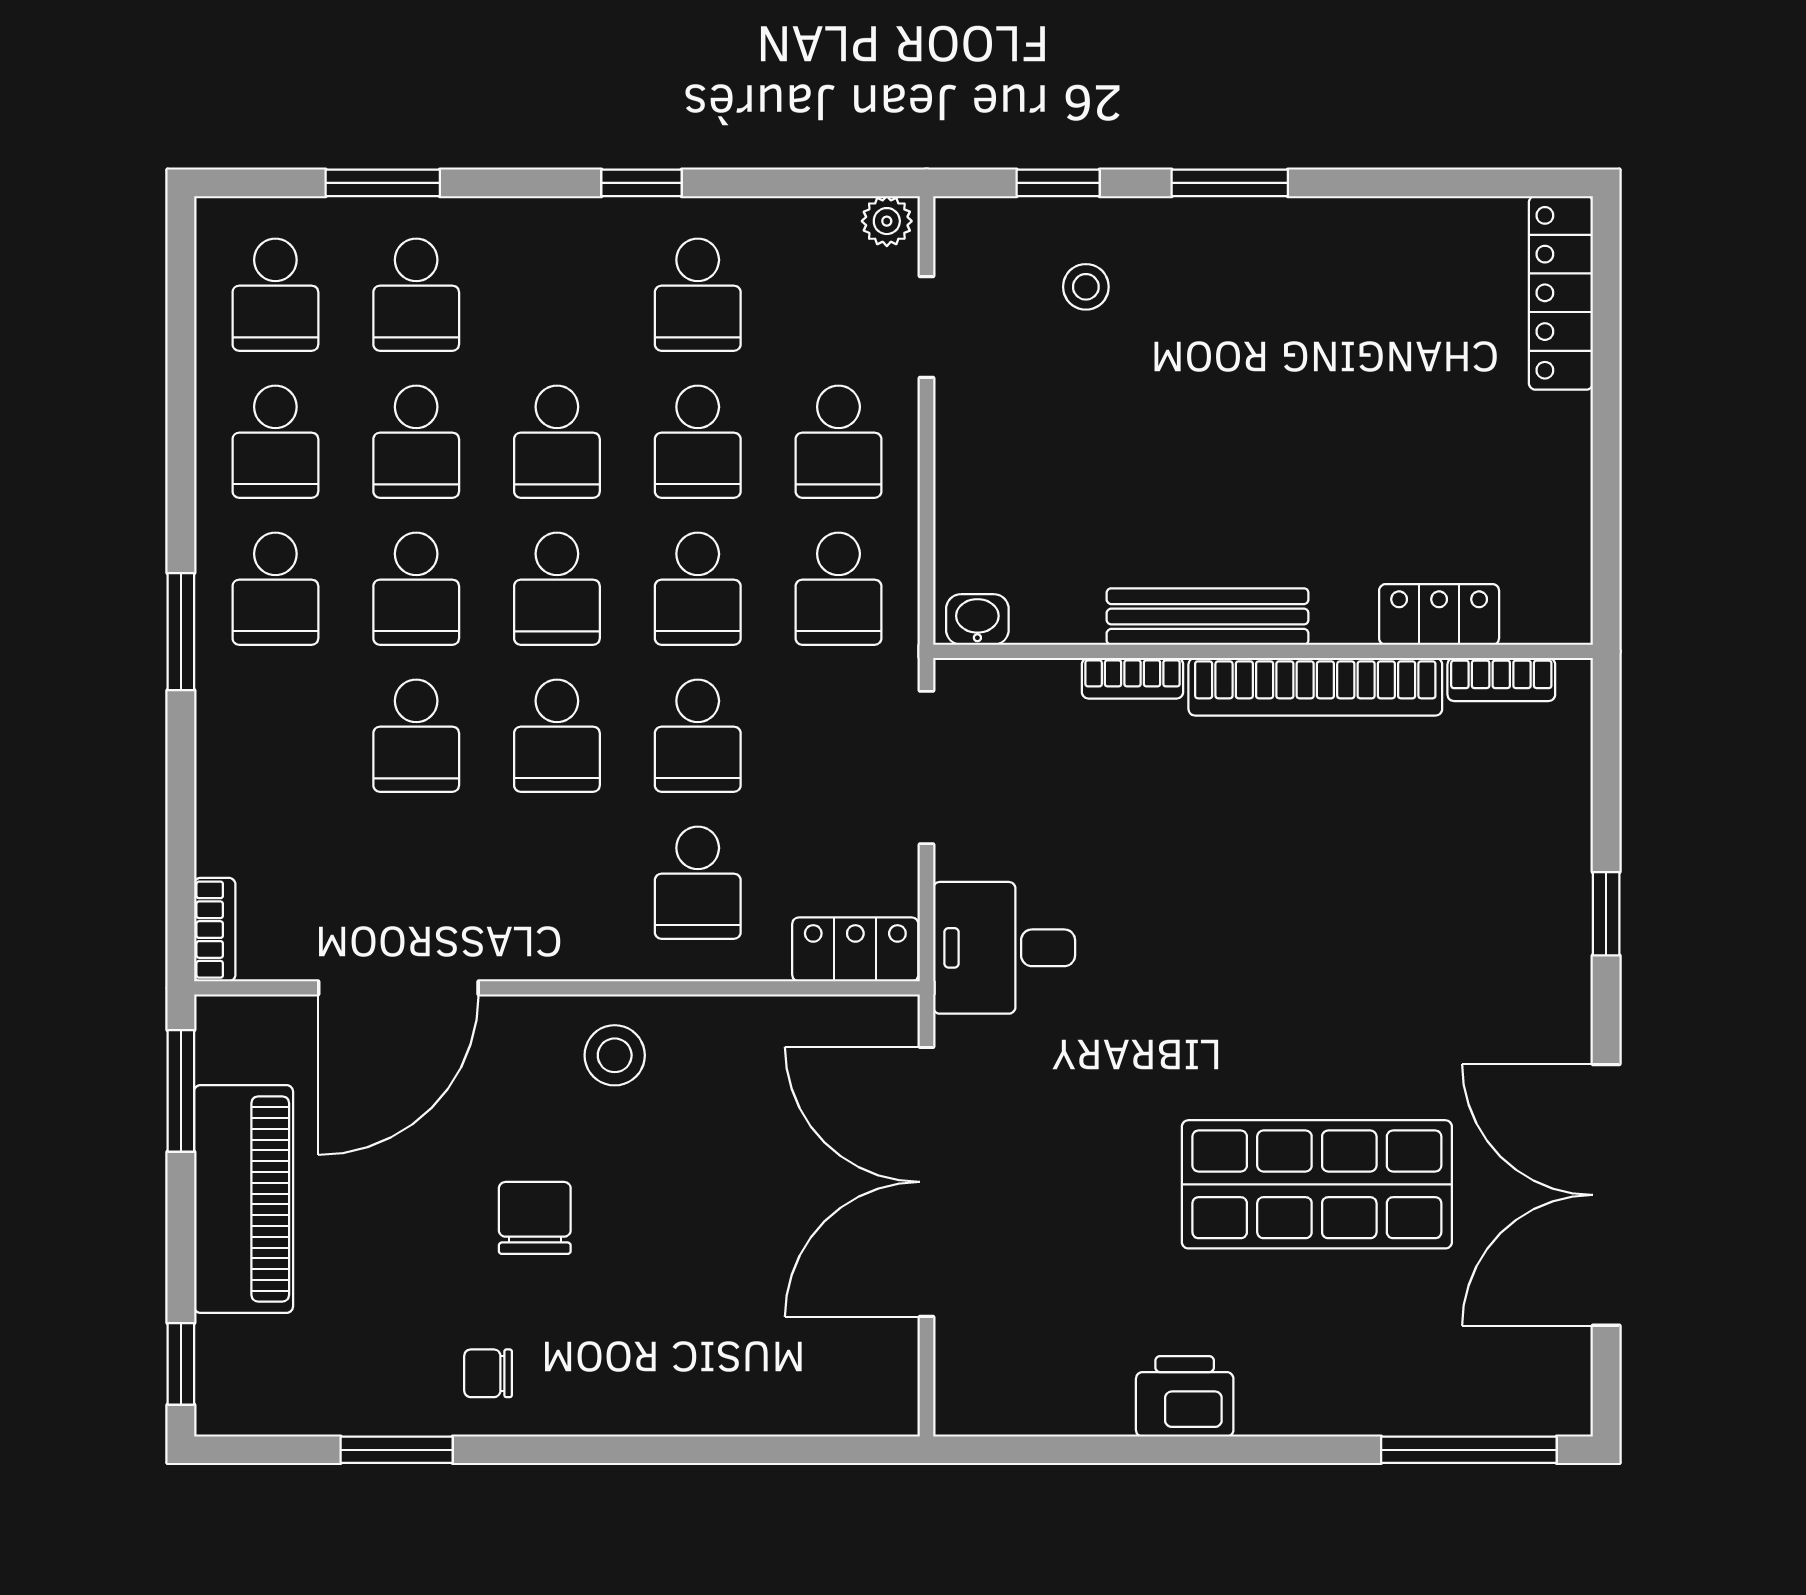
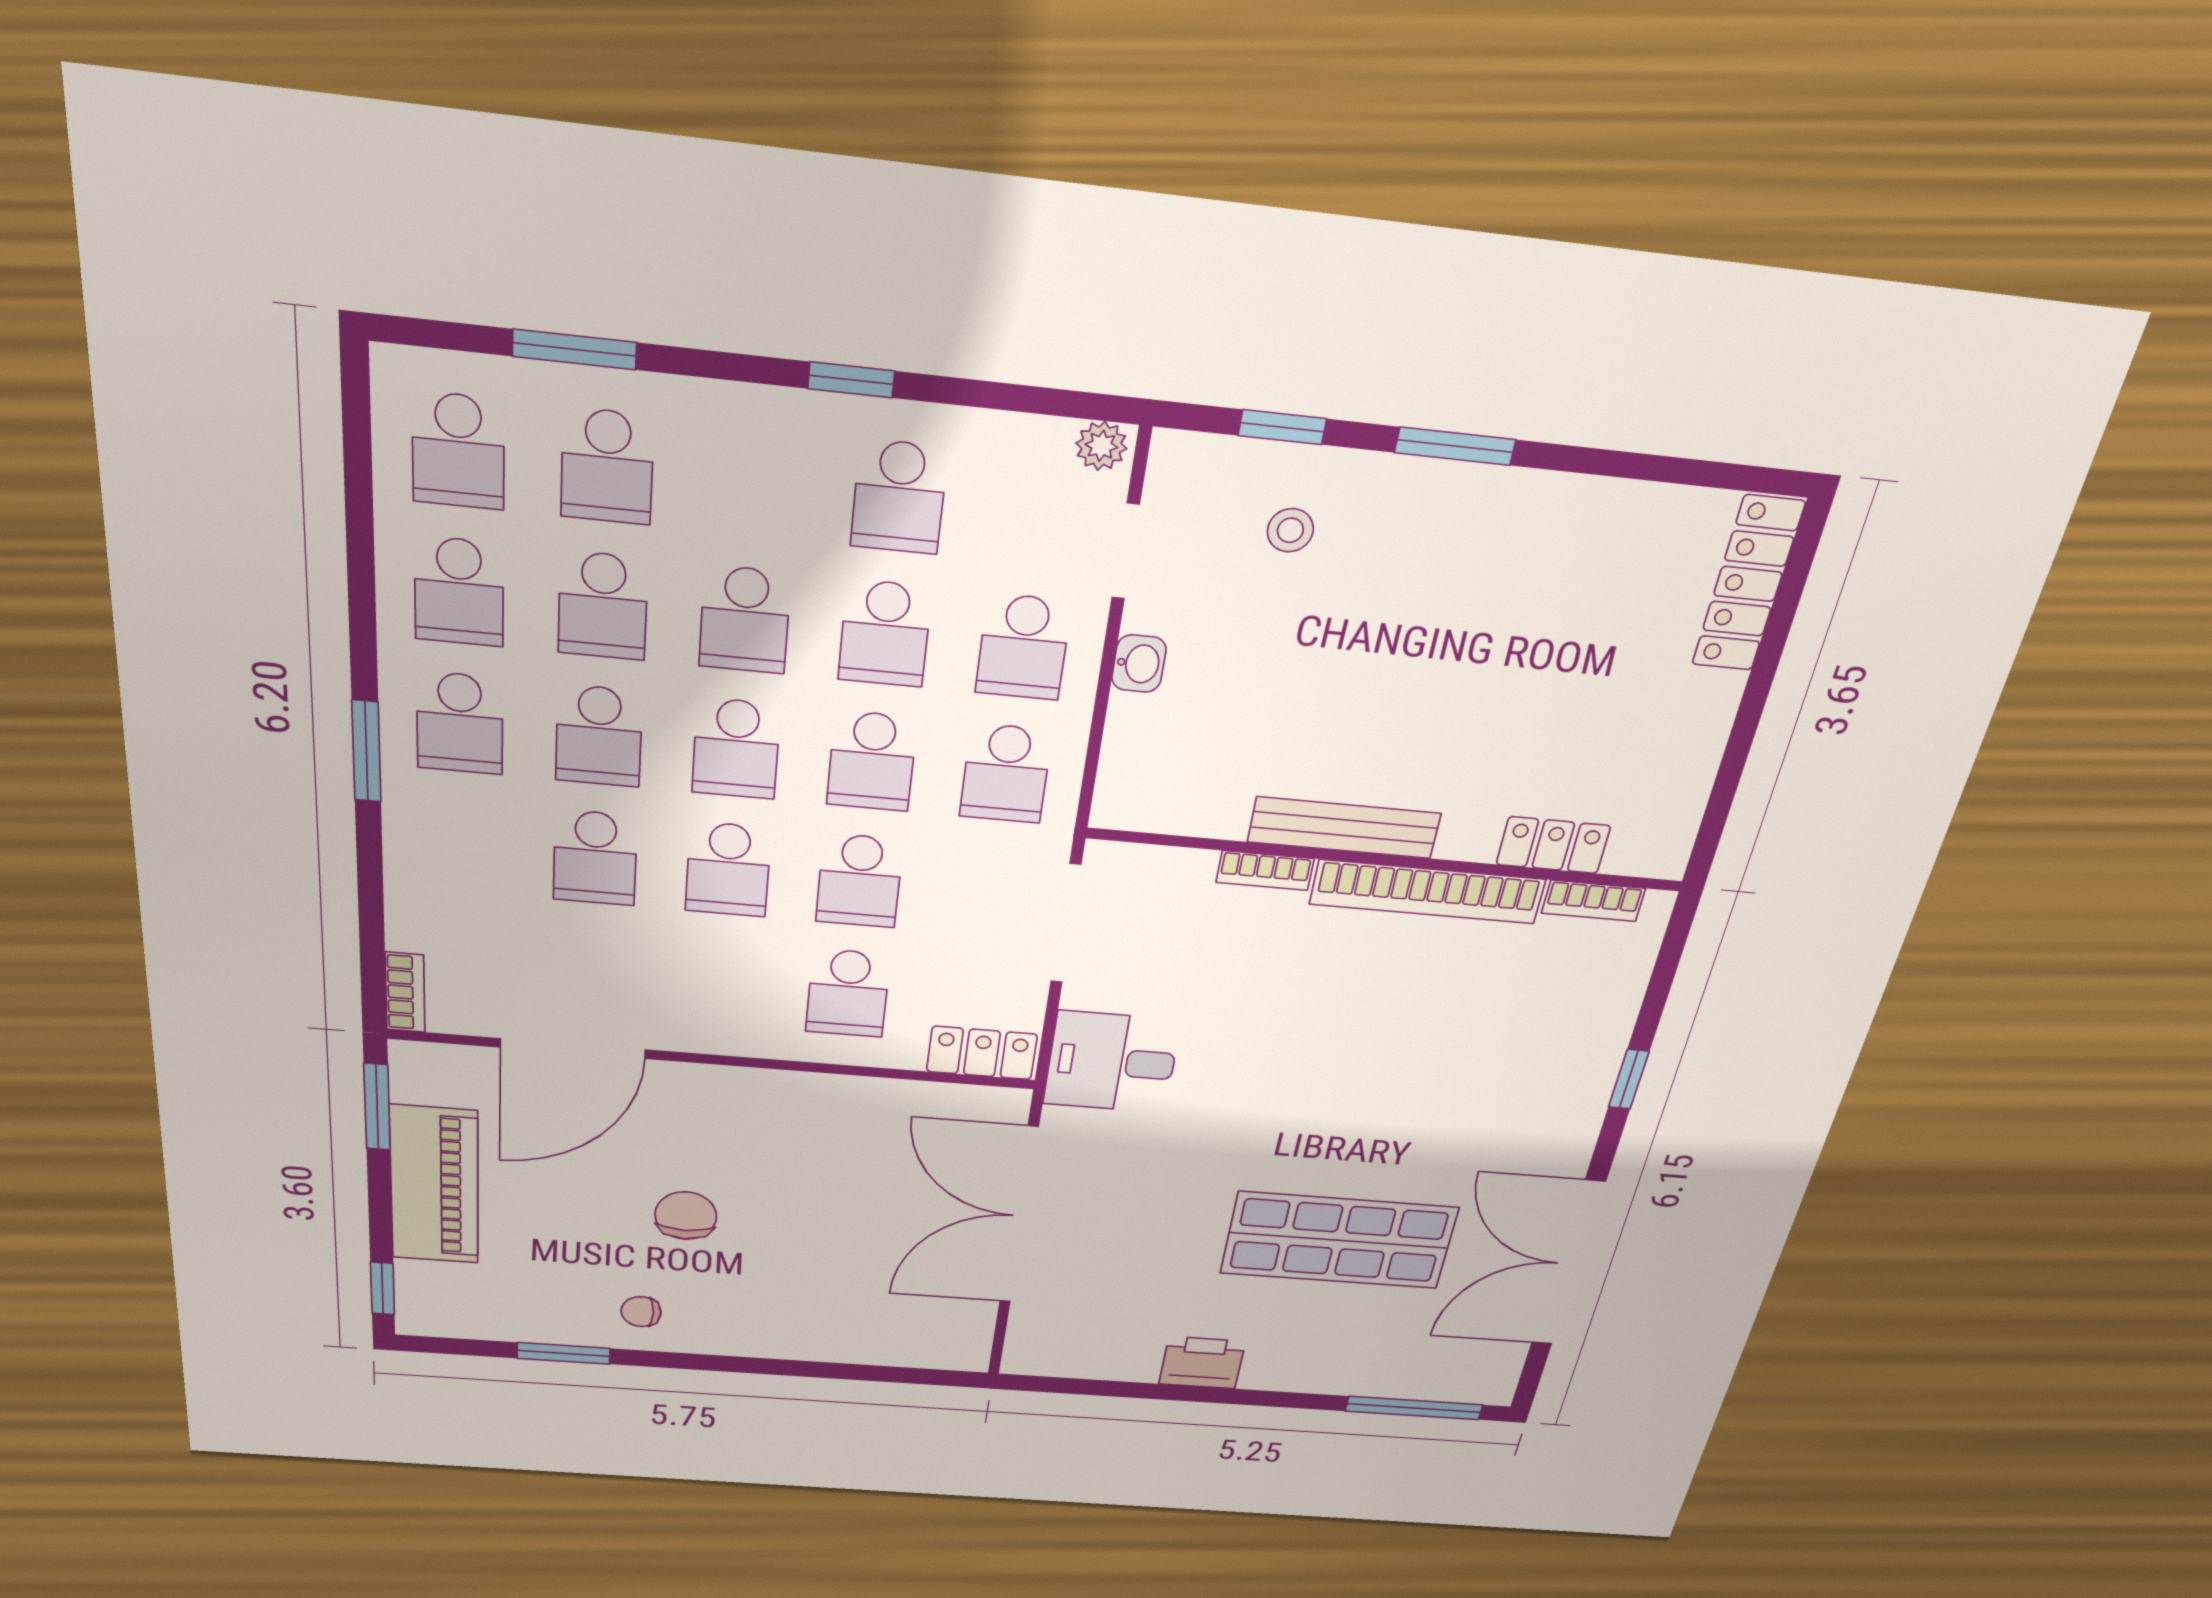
washbasin: (977, 619) -> (1139, 664), moved, turned 90
stool: (615, 1055) -> (763, 1111), removed

